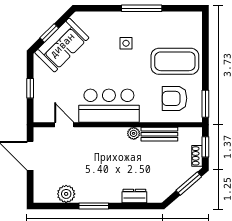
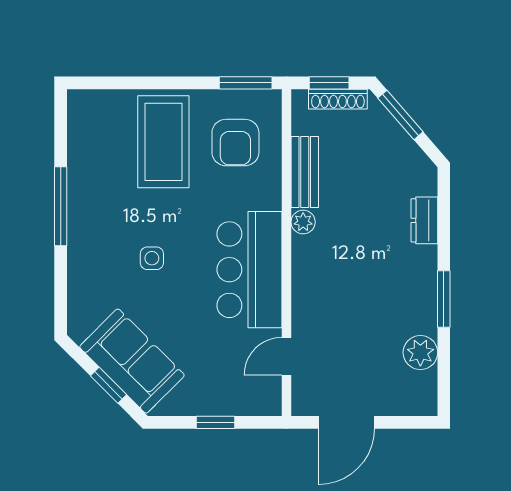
side table: (126, 43) -> (152, 258), moved
shoe rack: (197, 156) -> (338, 99), width x1.43

